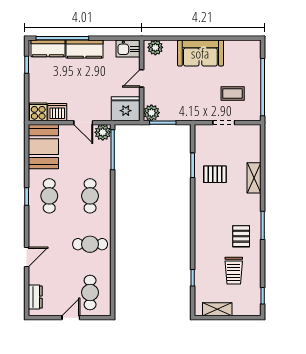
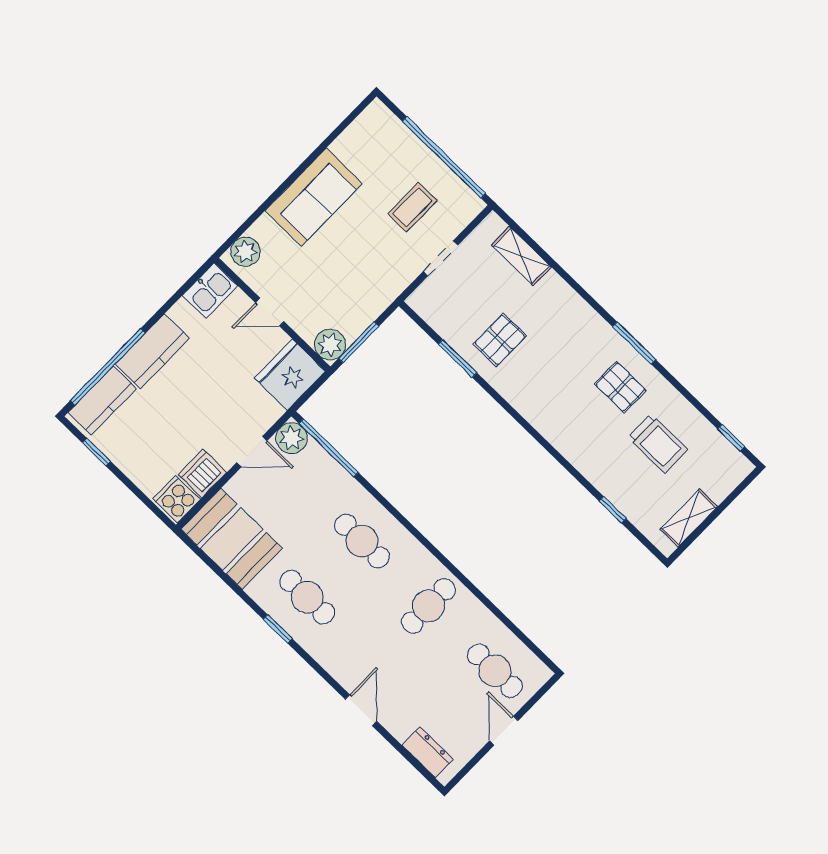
door: (142, 78) -> (270, 312), hinge flipped
shelving: (254, 178) -> (521, 256), moved

